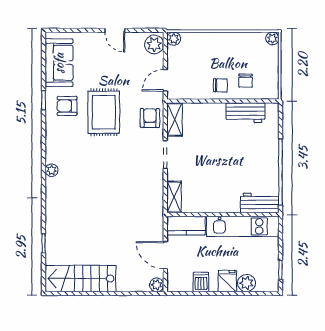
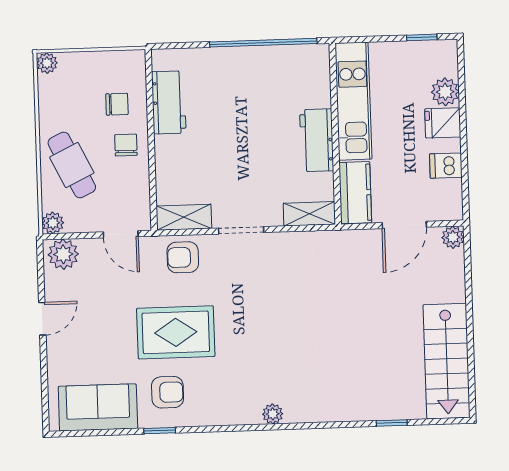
cafe table: (209, 52) -> (72, 165), added
armchair: (67, 106) -> (168, 392), turned -90
workbench: (260, 203) -> (317, 140), moved

